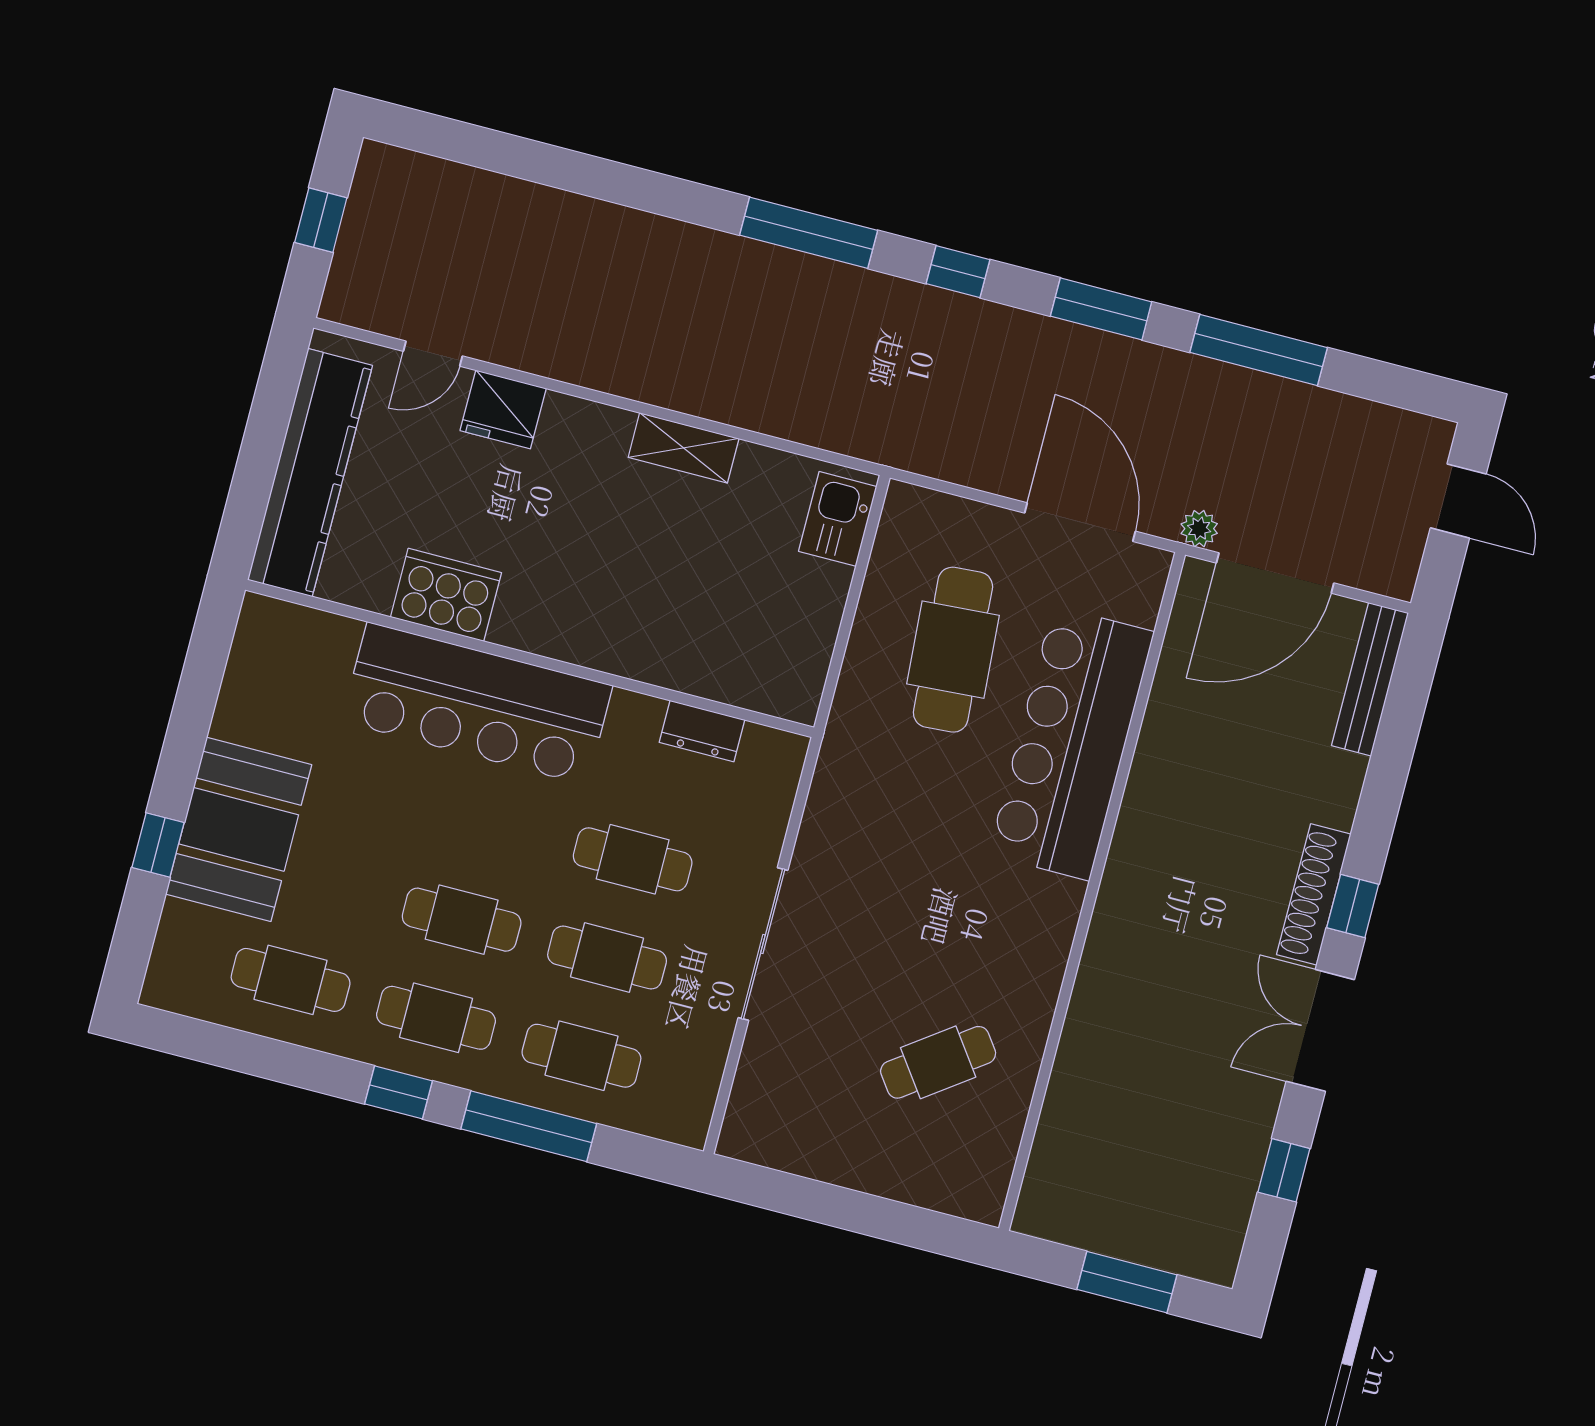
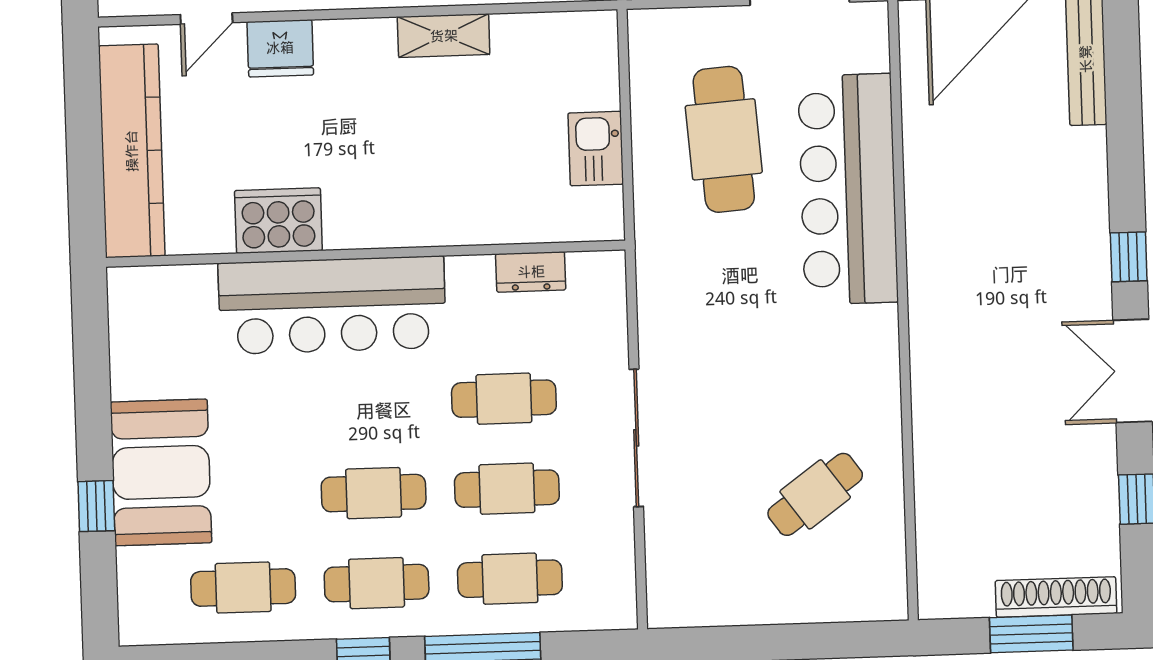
kitchen sink: (838, 519) -> (596, 149), moved
shoe rack: (1314, 894) -> (1056, 597), moved, turned 90

